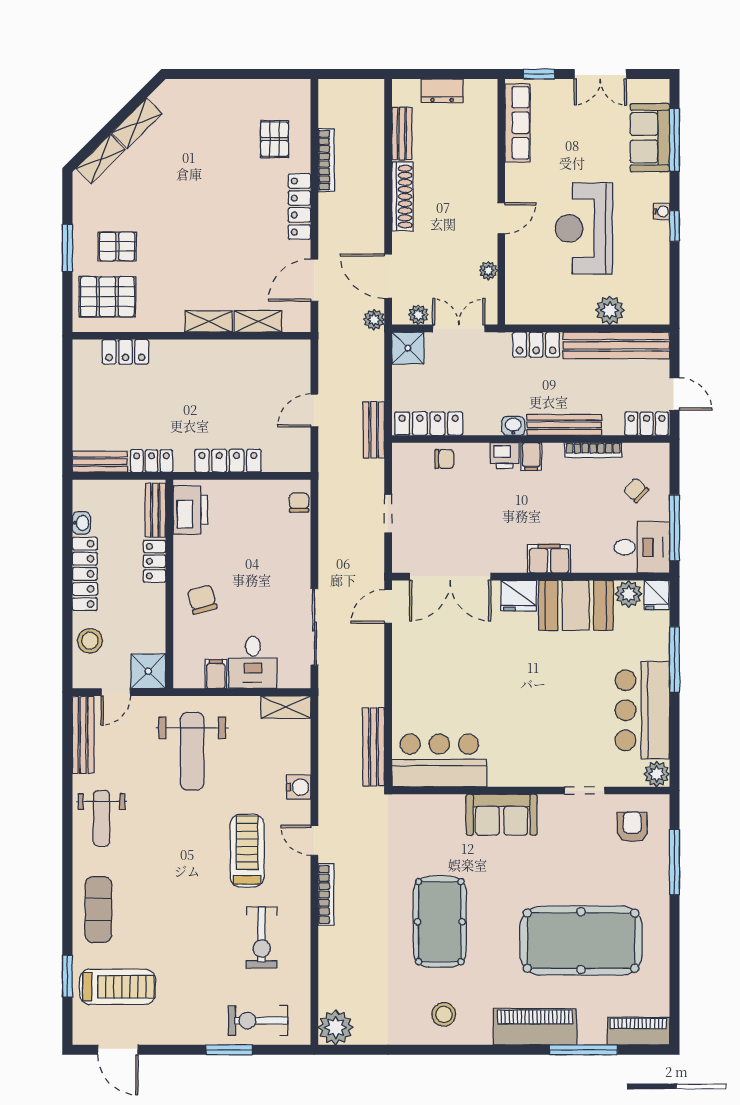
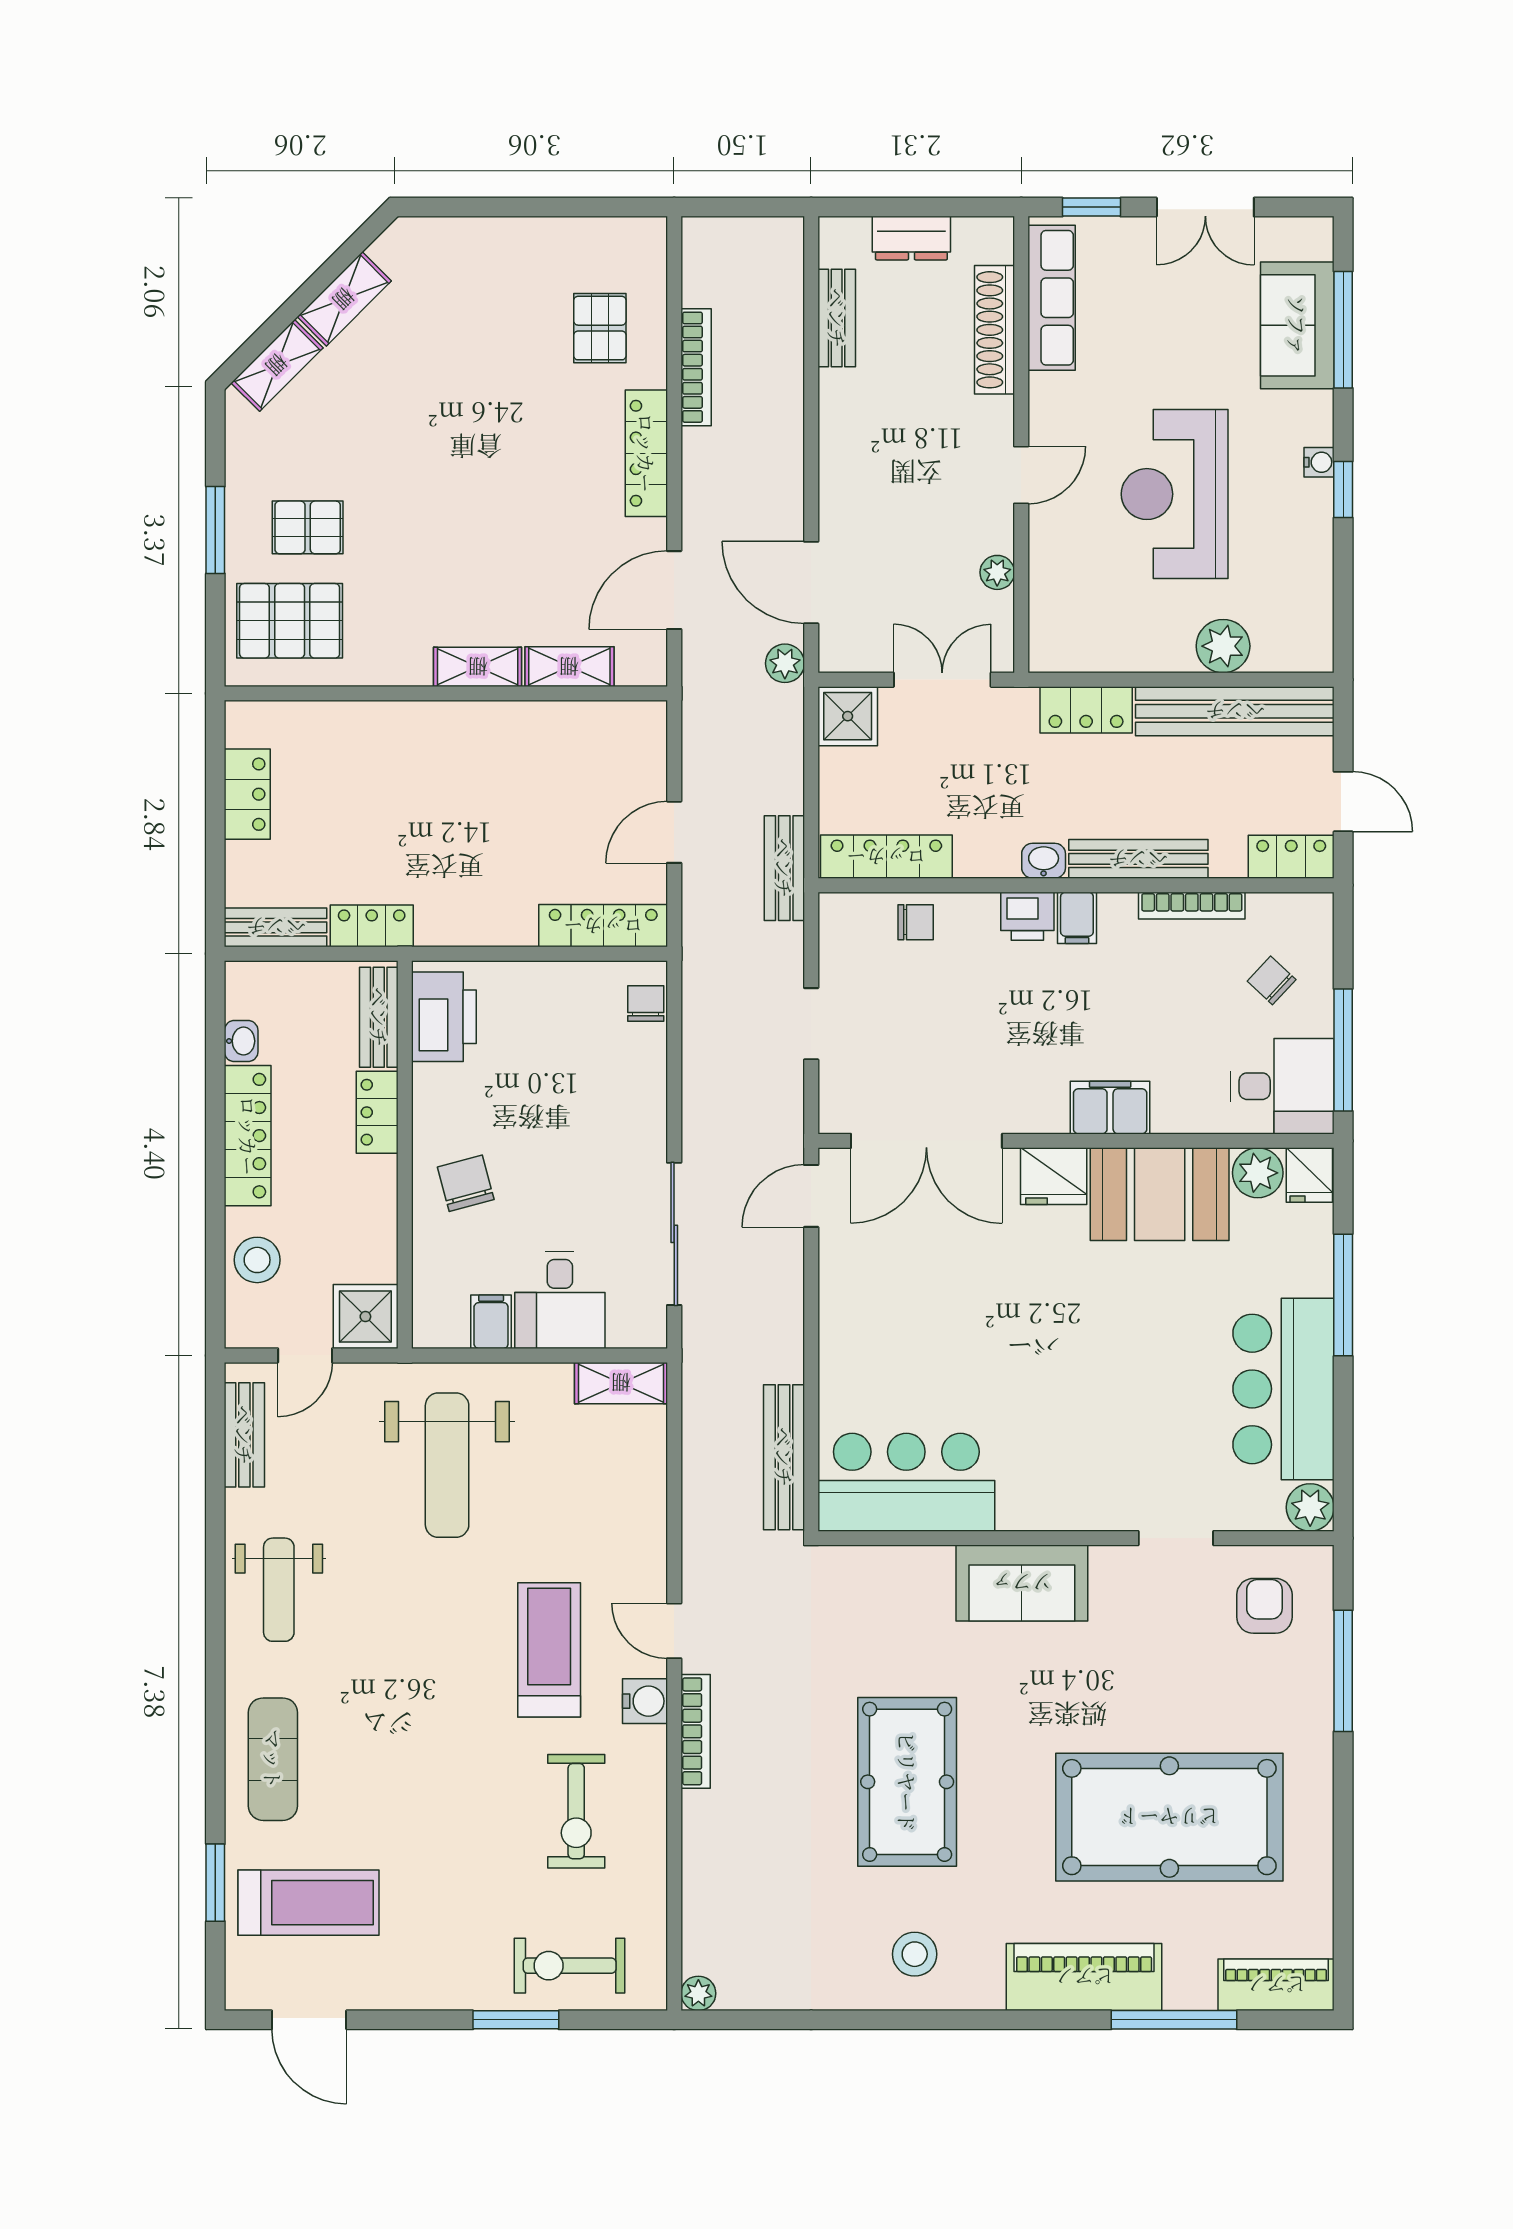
shoe rack: (403, 197) -> (994, 330), moved, turned 180
plant: (418, 315) -> (867, 654), removed
locker: (125, 352) -> (247, 794), moved, turned -90
locker: (228, 461) -> (603, 926), moved
bench: (83, 735) -> (244, 1435), width x0.73
water cooler: (299, 787) -> (645, 1701), moved
plant: (336, 1027) -> (698, 1993), width x0.53, depth x0.53

